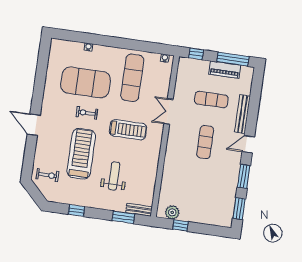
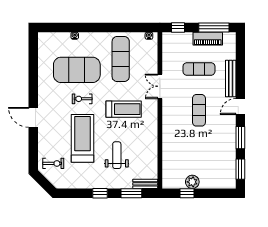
window: (76, 210) -> (100, 193), moved
plant: (172, 212) -> (192, 182), moved

